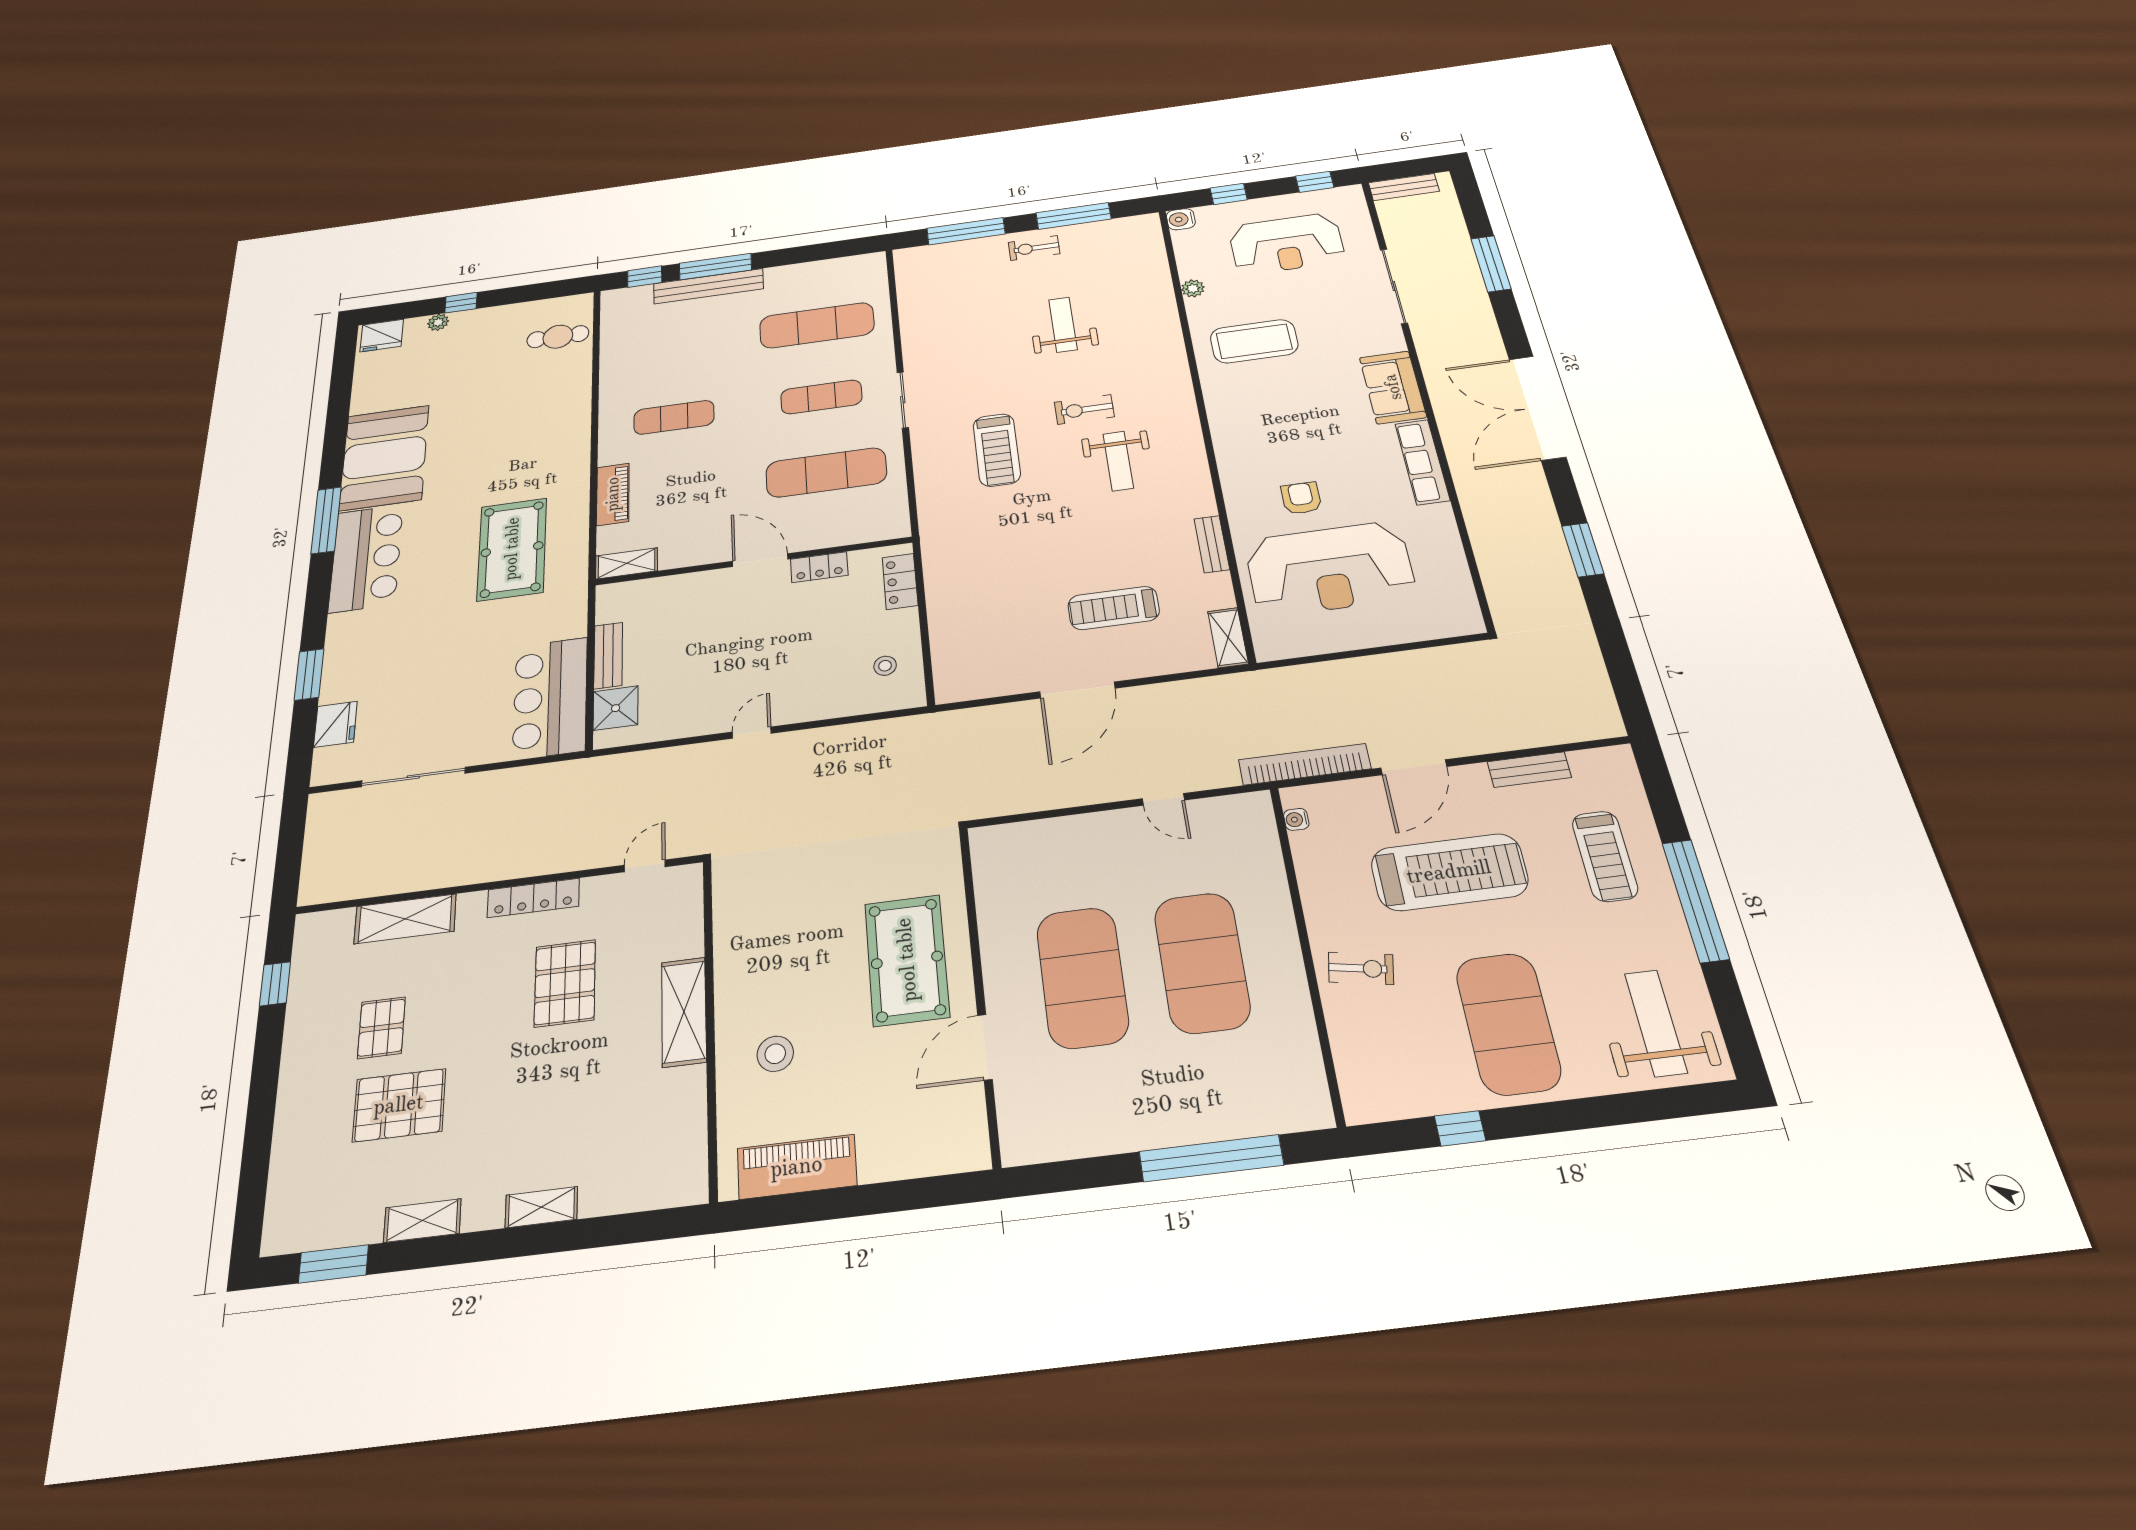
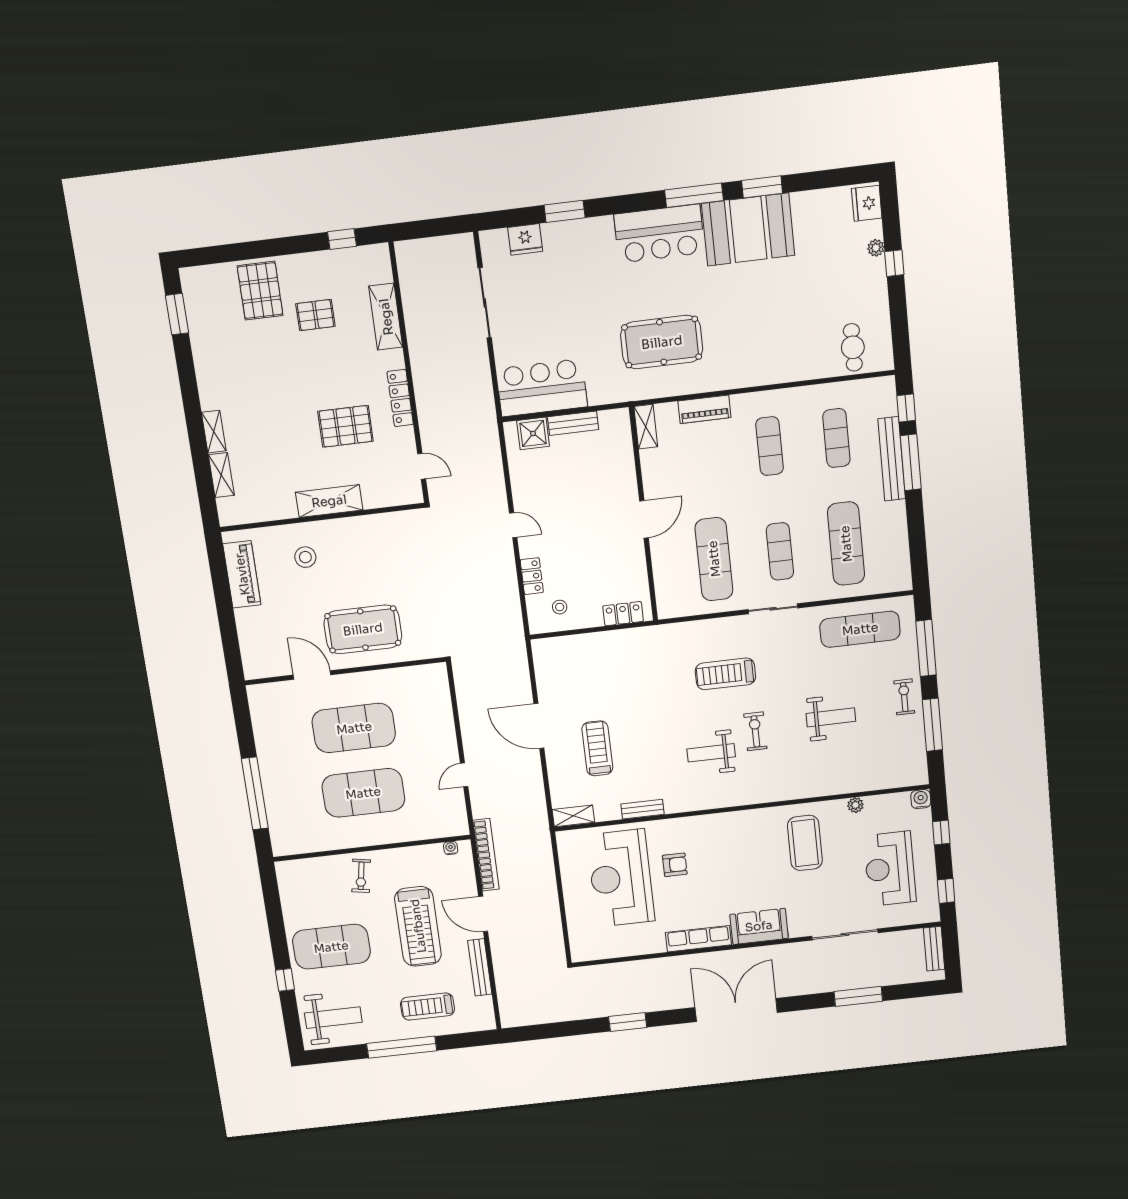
exercise mat: (937, 302) -> (860, 629), added
exercise mat: (673, 345) -> (836, 438), added
window: (334, 445) -> (762, 187), added
locker: (819, 567) -> (532, 576), moved, turned 180
bench: (1529, 770) -> (480, 967), width x1.36
pallet: (399, 1105) -> (260, 291), moved
window: (1460, 1128) -> (285, 980), moved
shelving: (422, 1221) -> (221, 475), moved

